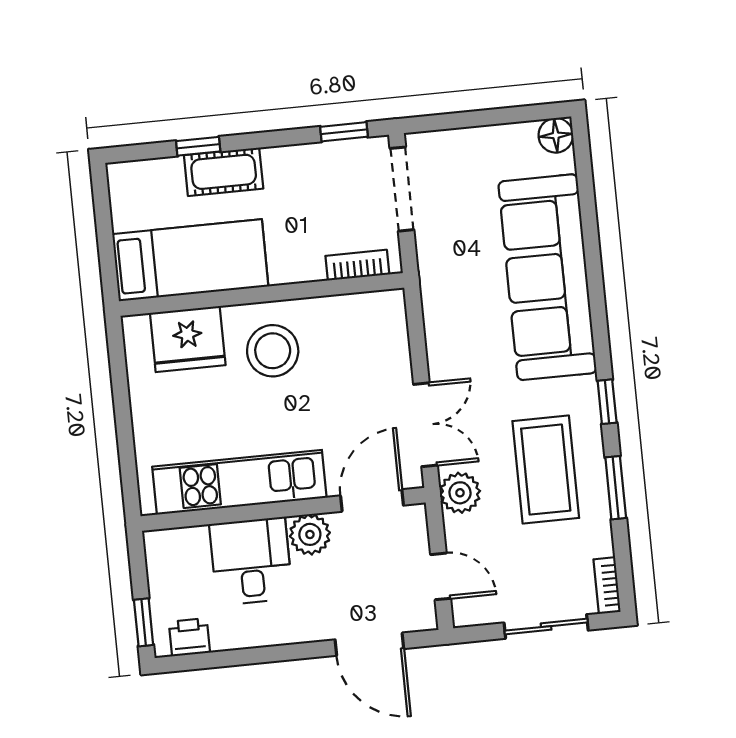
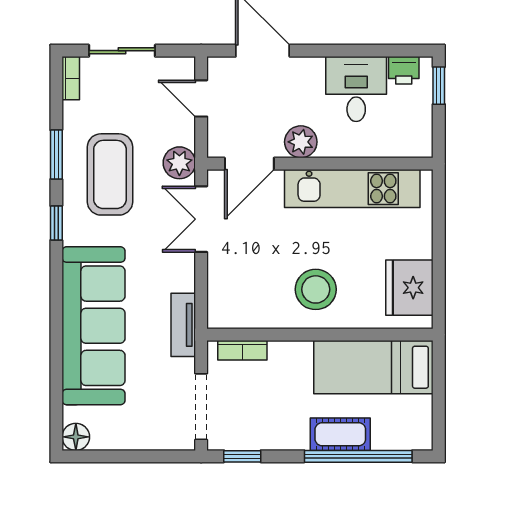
window: (198, 146) -> (358, 456), width x3.17
tv unit: (435, 290) -> (183, 325), added
fridge: (188, 339) -> (409, 288), moved, turned -90
desk: (251, 561) -> (356, 89), moved, turned 180

